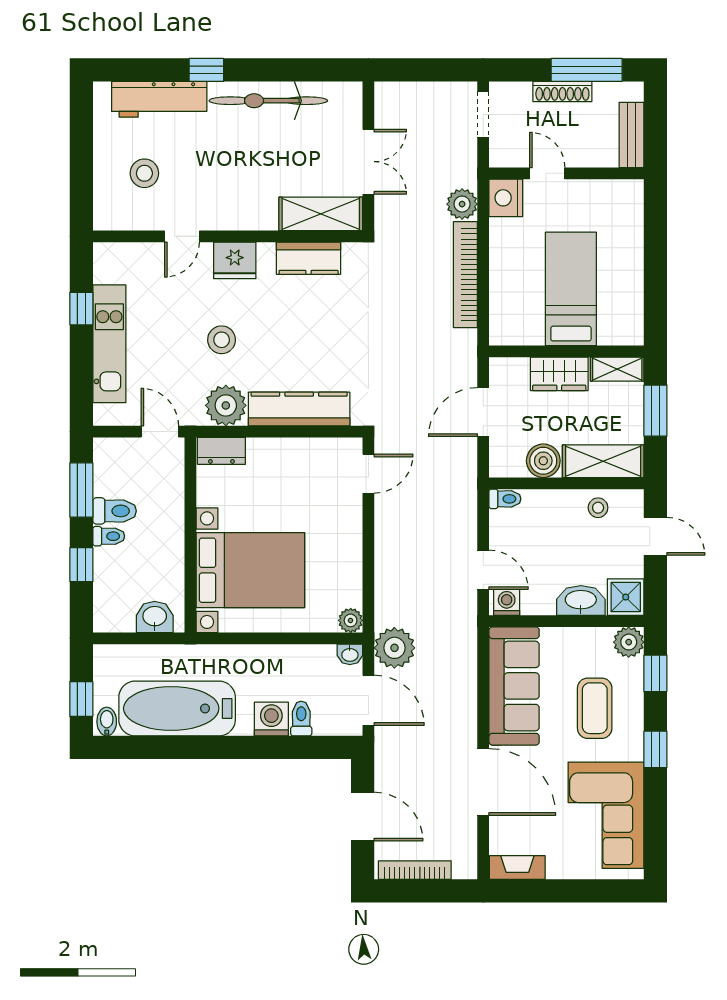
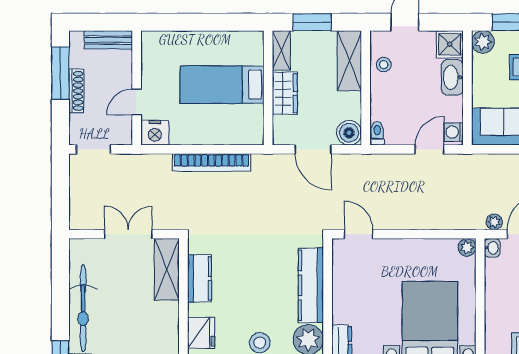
plant: (462, 204) -> (159, 165), removed
boiler: (543, 461) -> (349, 133), moved
plant: (394, 648) -> (494, 222), width x0.53, depth x0.53

